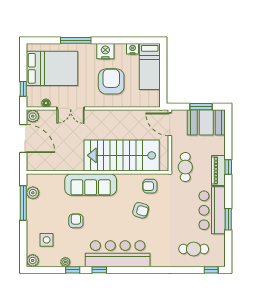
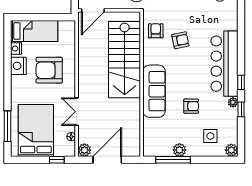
window: (76, 40) -> (7, 126), moved
nightstand: (105, 51) -> (18, 66), moved
double door: (71, 108) -> (77, 112), swing flipped
armchair: (150, 186) -> (156, 31), turned 180
plant: (33, 193) -> (179, 150), moved
armchair: (141, 210) -> (180, 40), turned 62
armchair: (76, 221) -> (191, 106), turned 180
plant: (65, 262) -> (233, 102), moved

